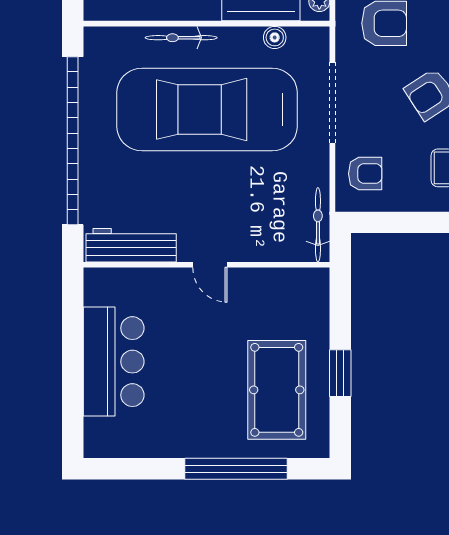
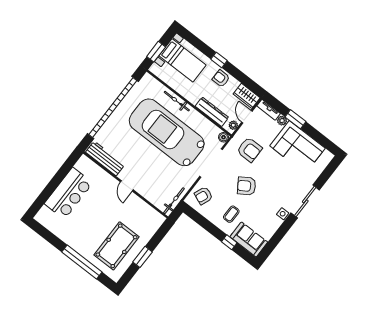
boiler: (275, 37) -> (223, 137), moved
armchair: (365, 174) -> (203, 196), turned 112

